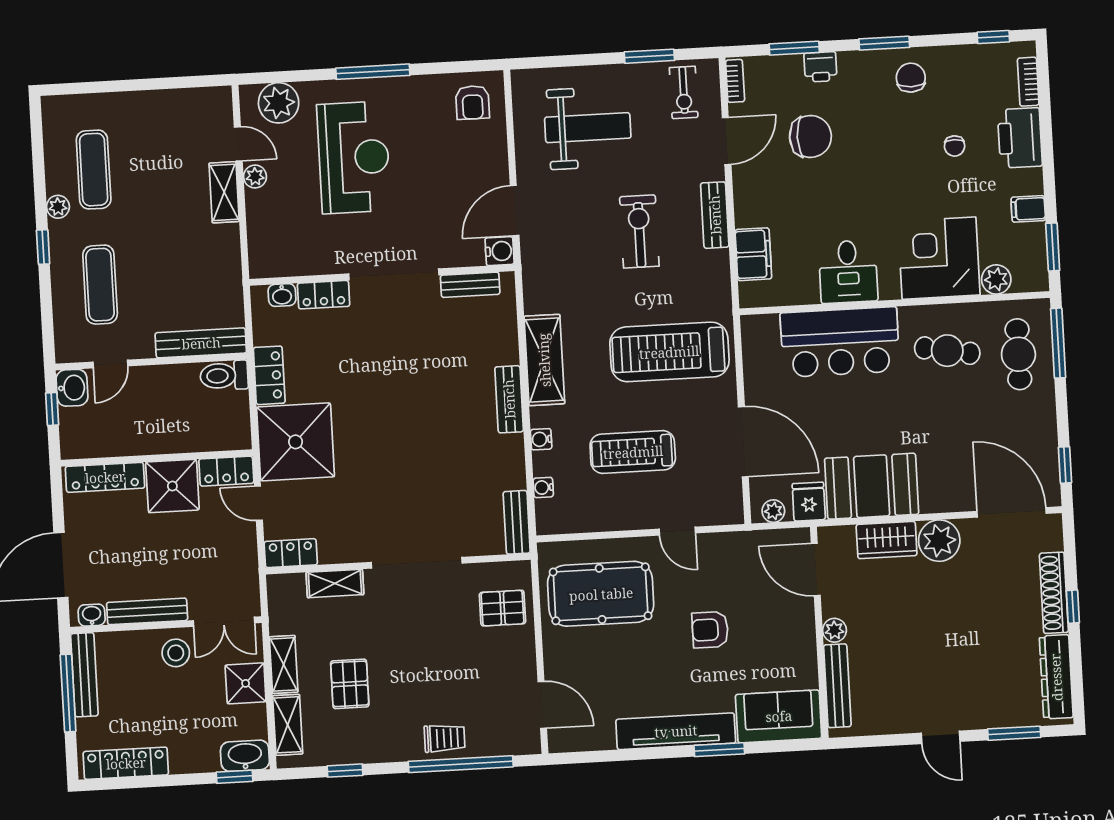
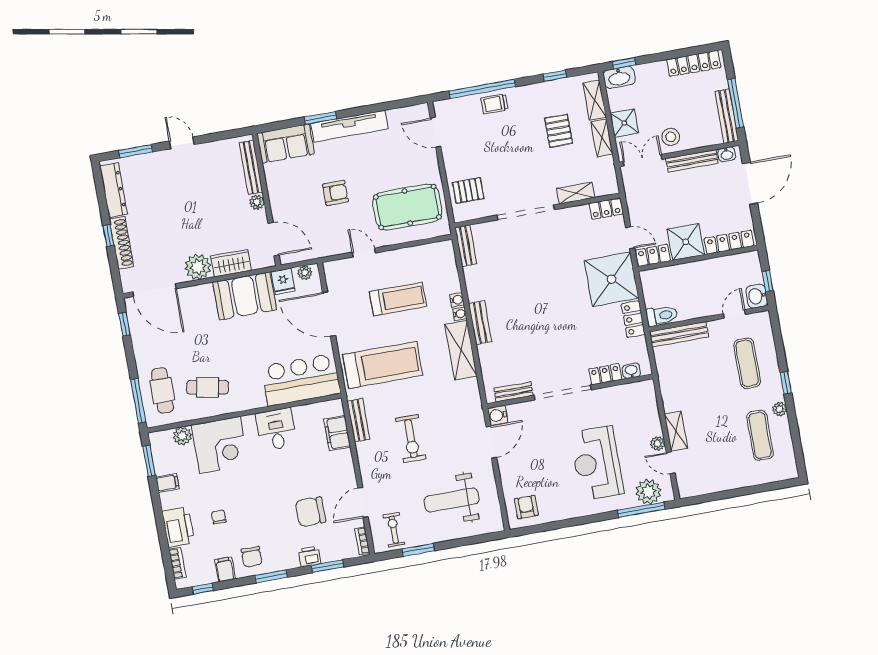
filing cabinet: (955, 63) -> (225, 569), added
window: (373, 72) -> (641, 510), moved
bench: (715, 215) -> (358, 420), moved
bar counter: (840, 342) -> (301, 380), moved
water cooler: (543, 487) -> (460, 314), moved

